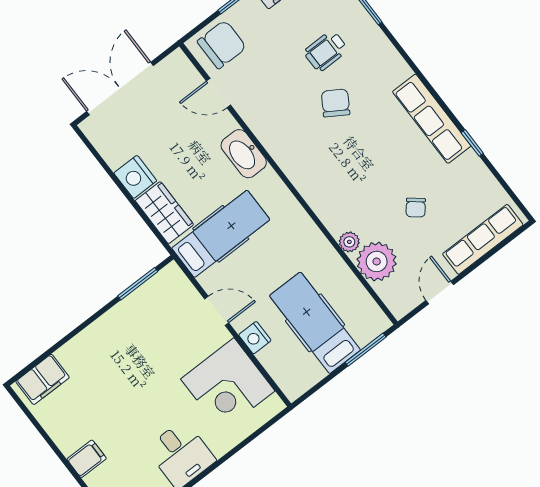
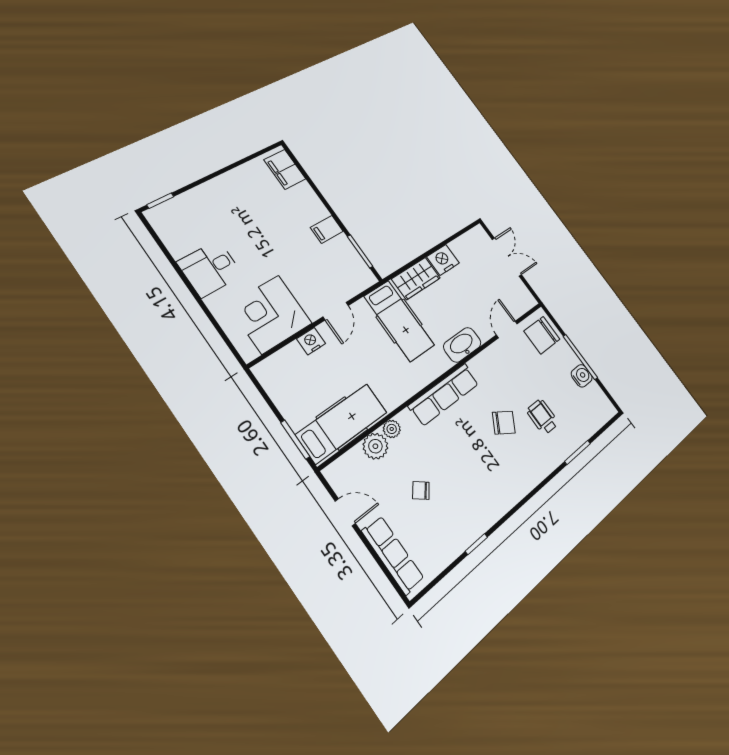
chair: (222, 44) -> (542, 335), turned 90
double door: (120, 88) -> (507, 257), width x0.73
row of seats: (432, 119) -> (444, 394), moved, turned 180
plant: (377, 261) -> (375, 446), width x0.73, depth x0.73
hospital bed: (315, 323) -> (342, 423), moved
filing cabinet: (87, 459) -> (327, 229), moved, turned 90

